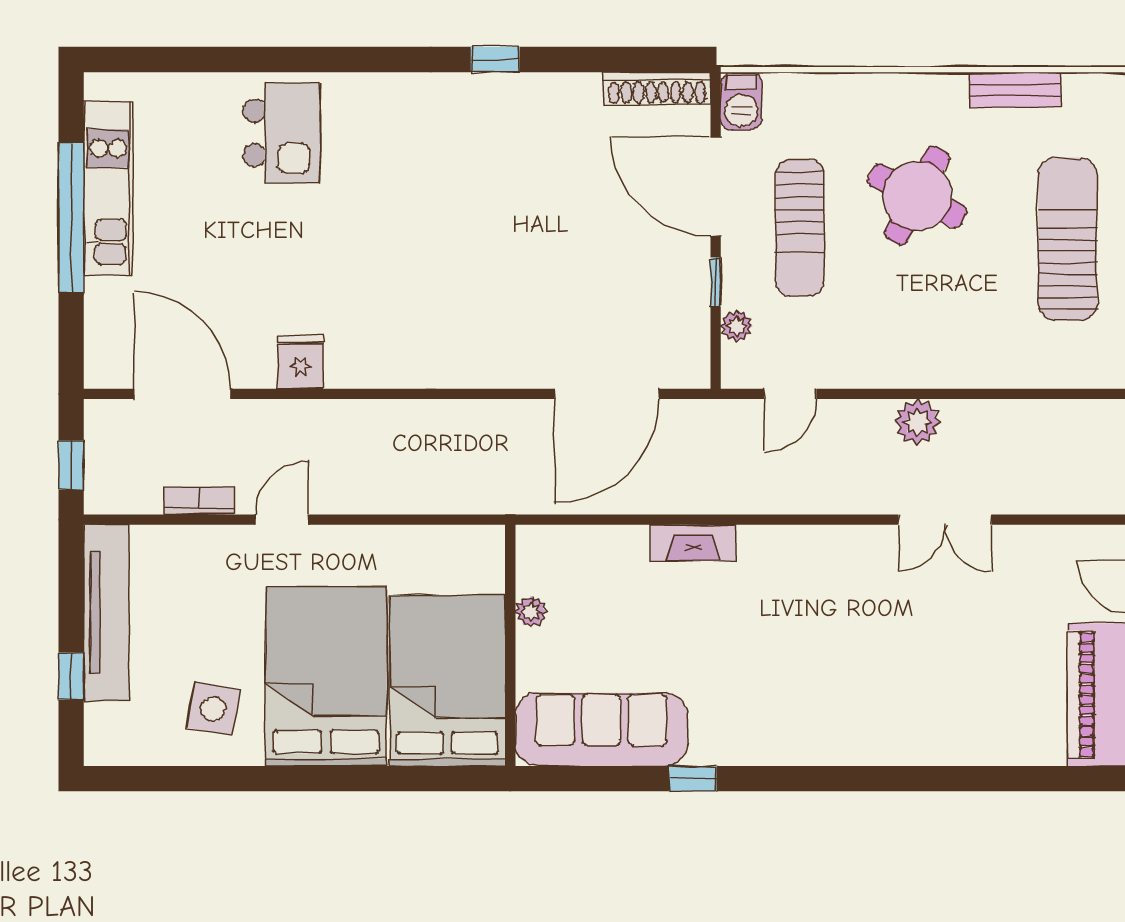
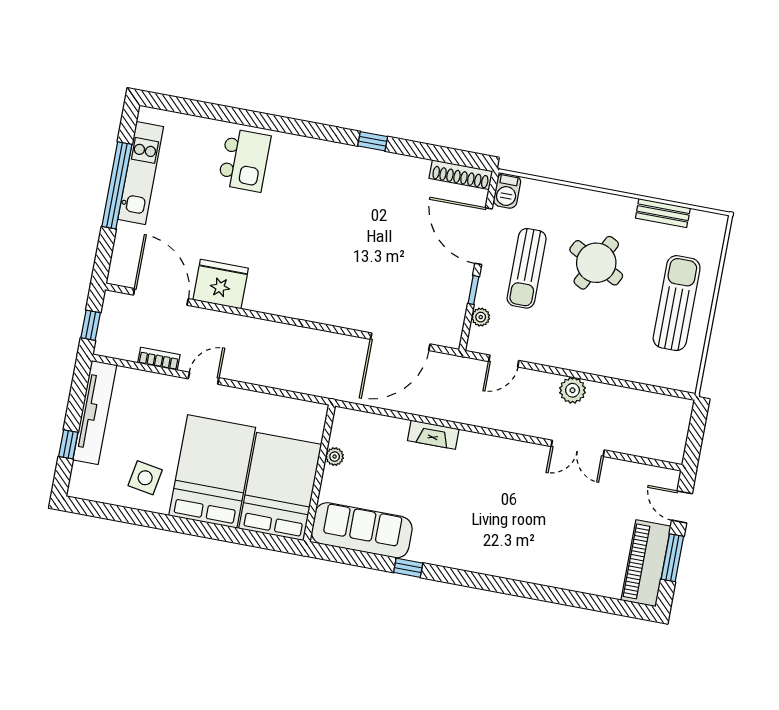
fridge: (301, 362) -> (221, 284), width x1.88, depth x1.34

